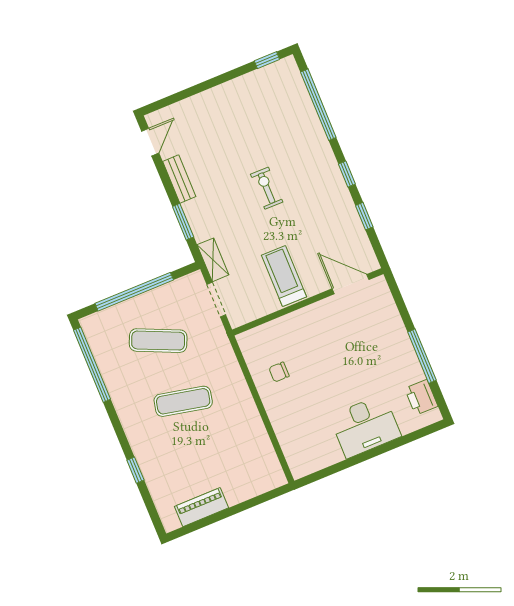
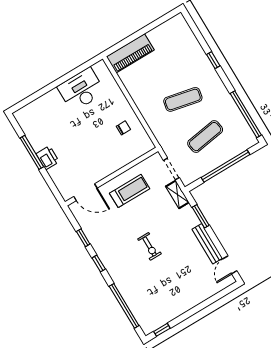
bench: (179, 179) -> (207, 244), width x1.36
treadmill: (284, 276) -> (130, 191), turned -90
exercise mat: (158, 341) -> (205, 137), turned -33
printer: (421, 397) -> (48, 158), moved
desk: (365, 426) -> (81, 90), moved
window: (135, 470) -> (213, 60), moved
piano: (201, 507) -> (130, 53), moved, width x1.37, depth x1.33

